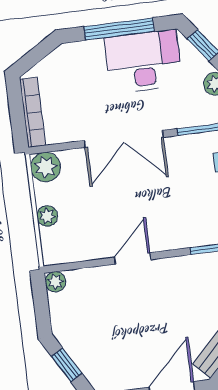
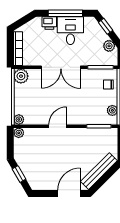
printer: (89, 53) -> (49, 23), added
desk: (143, 61) -> (70, 31), width x0.73
plant: (47, 216) -> (19, 119), moved

